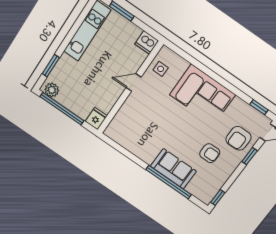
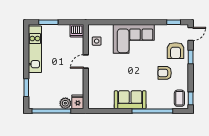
plant: (52, 90) -> (65, 103), moved
armchair: (210, 153) -> (165, 73), turned 180
sofa: (173, 169) -> (130, 100), moved
coffee table: (206, 189) -> (179, 98), added

